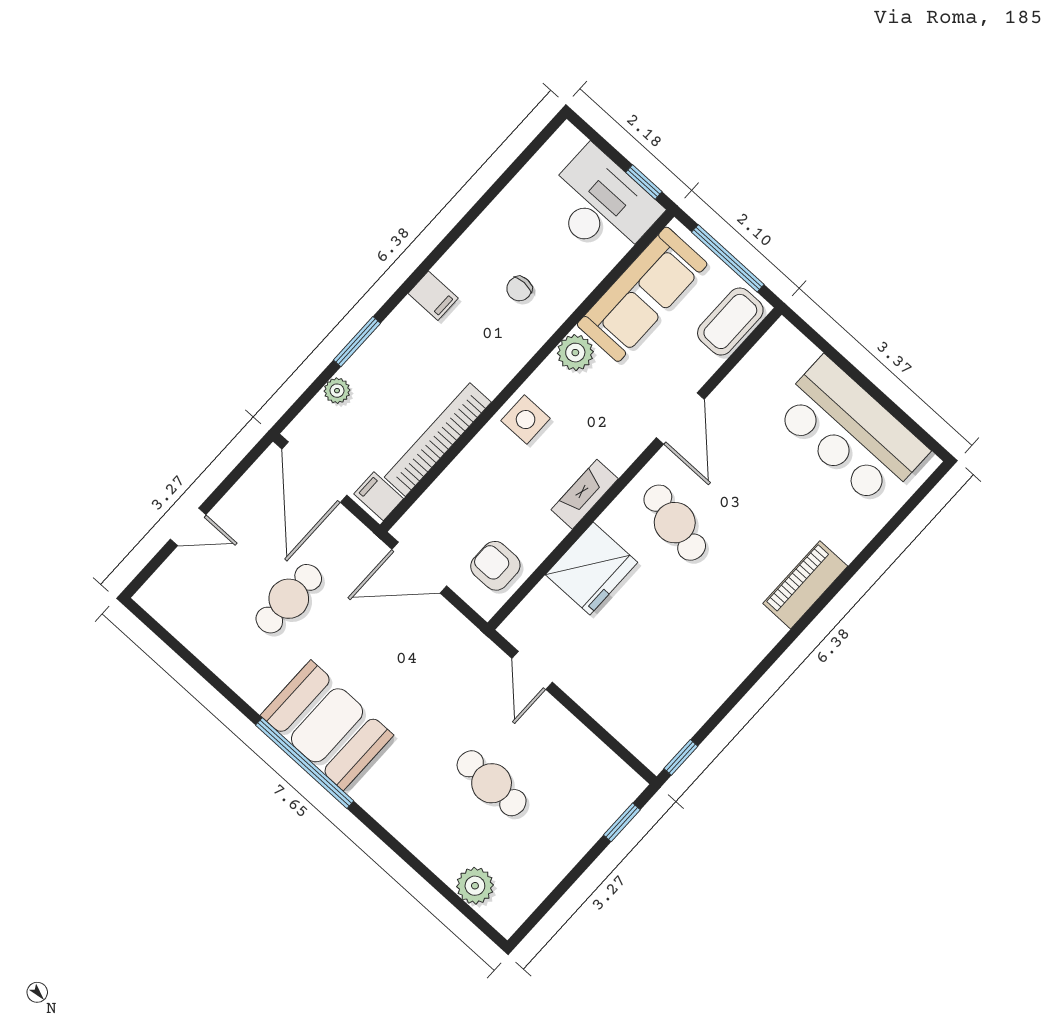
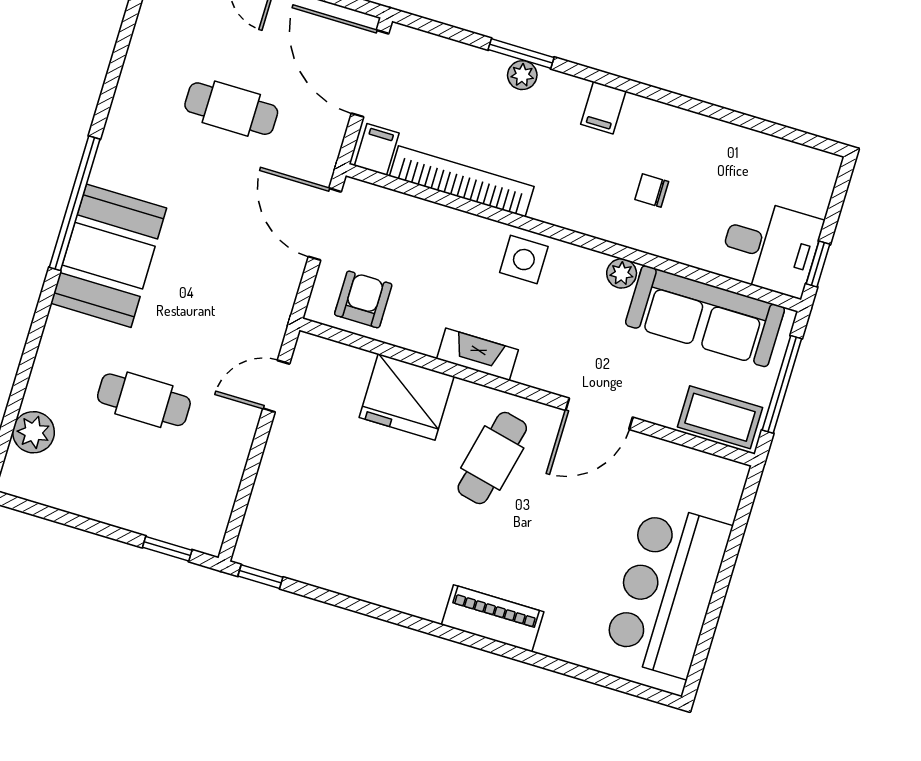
desk: (601, 205) -> (770, 247), width x0.73
plant: (575, 353) -> (622, 273), width x0.73, depth x0.73
plant: (337, 391) -> (522, 75), moved
door: (314, 472) -> (370, 73), hinge flipped
booth: (327, 725) -> (109, 256), moved
cafe table: (492, 783) -> (144, 400), turned 90

